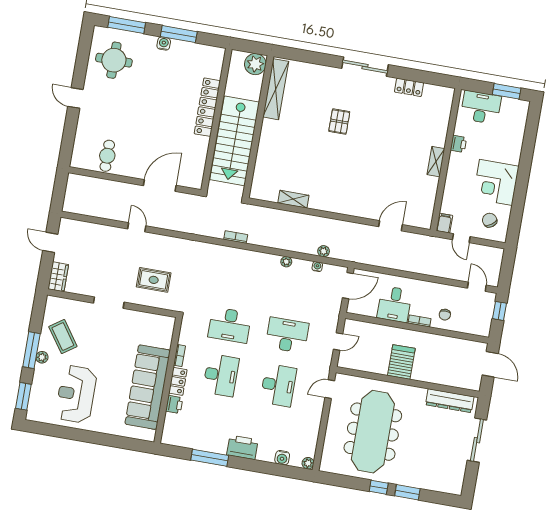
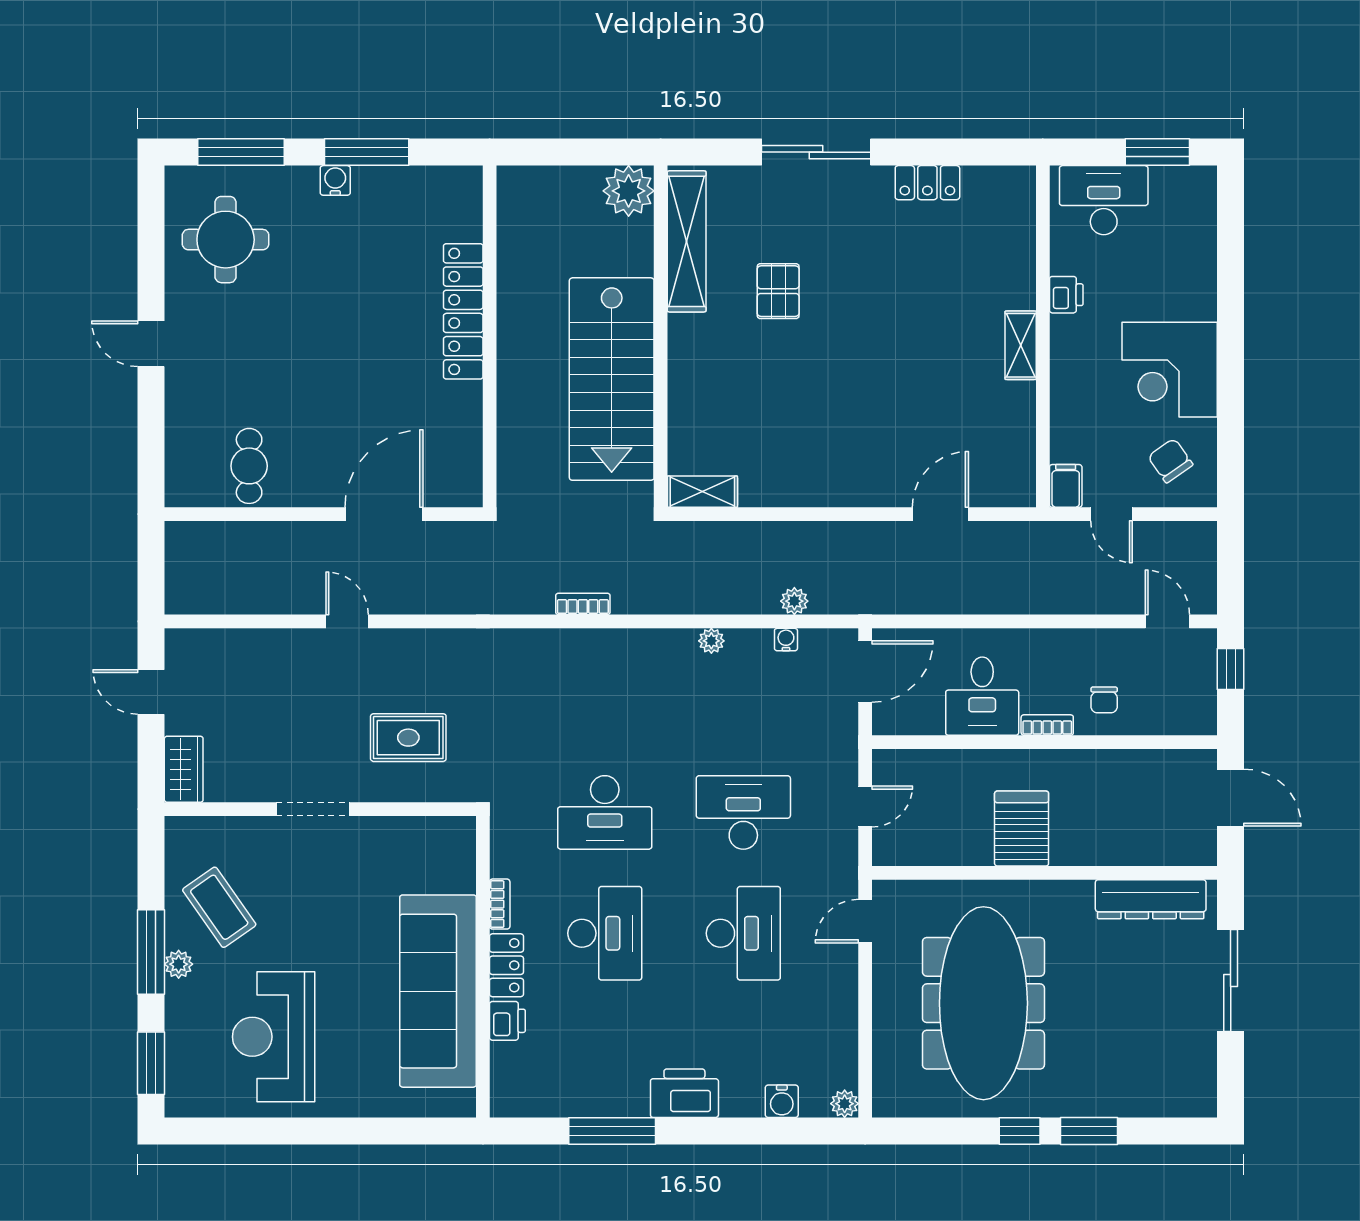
plant: (255, 64) -> (629, 191), moved
shelving: (276, 89) -> (687, 241), moved
wall: (258, 127) -> (661, 336), moved
stairs: (235, 141) -> (612, 379), moved

